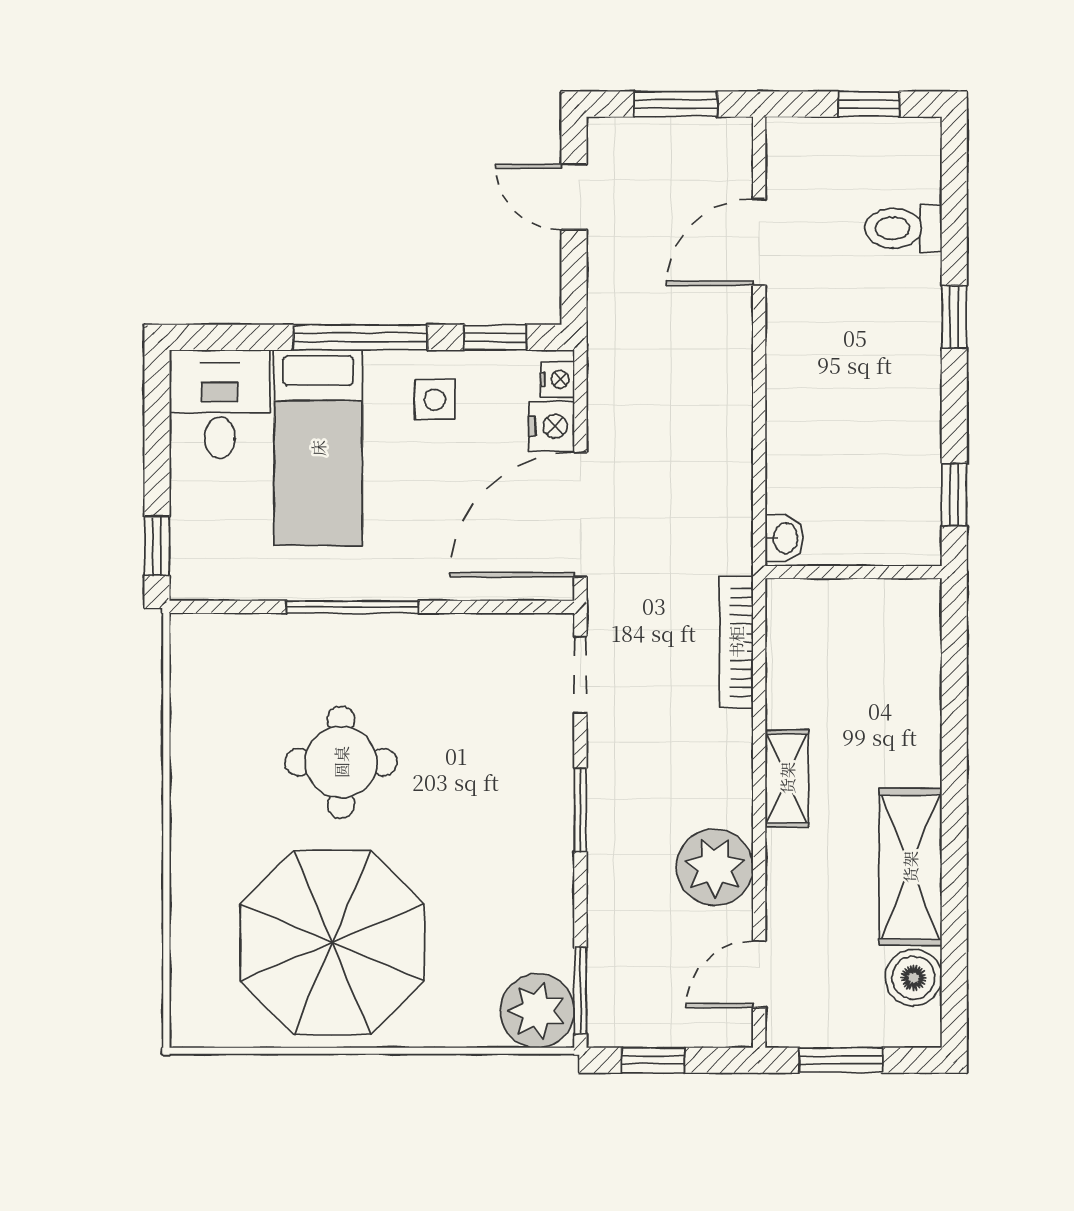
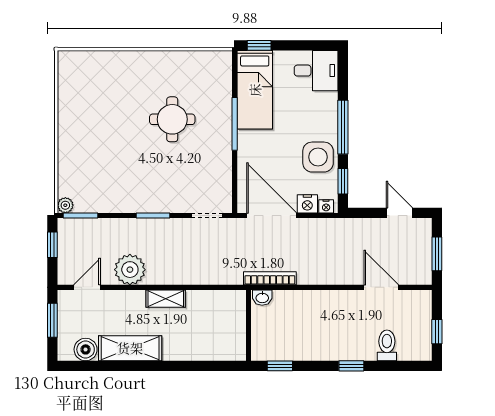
door: (574, 197) -> (399, 213), hinge flipped
side table: (435, 399) -> (318, 157), width x1.87, depth x1.87
bed: (318, 448) -> (255, 90), moved, turned -90
bookcase: (736, 642) -> (270, 278), moved
parasol: (332, 942) -> (100, 116), removed
door: (759, 974) -> (87, 287), hinge flipped
plant: (537, 1011) -> (65, 205), width x0.53, depth x0.53

